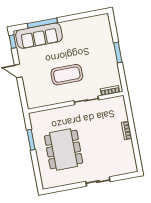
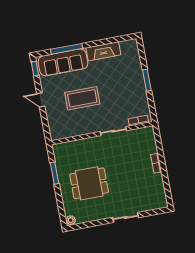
fireplace: (77, 25) -> (103, 51), added
coffee table: (67, 75) -> (82, 98), moved
dining table: (64, 149) -> (89, 183), width x0.73
plant: (46, 184) -> (71, 220), added

